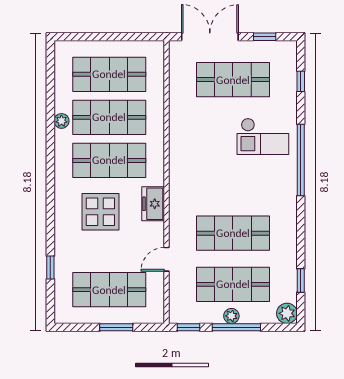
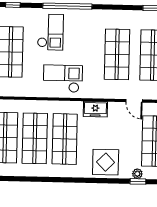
plant: (61, 121) -> (137, 174), moved
checkout: (196, 156) -> (63, 79), added
display table: (100, 212) -> (106, 162), moved

